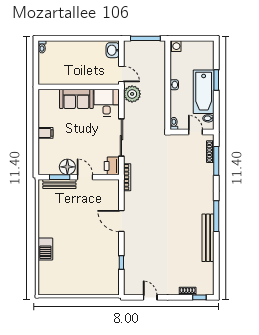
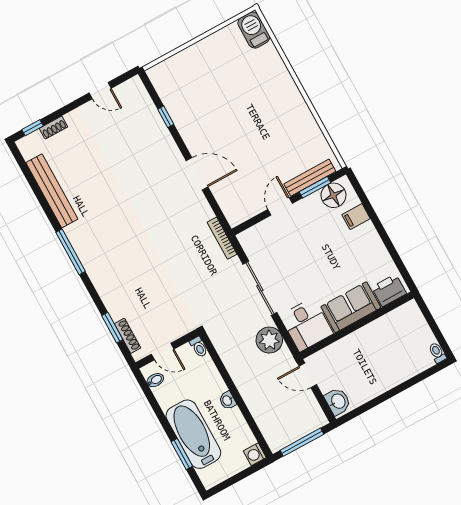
window: (216, 80) -> (182, 454), moved
bathtub: (204, 92) -> (193, 434), moved
plant: (132, 94) -> (269, 340), moved
filing cabinet: (46, 133) -> (356, 217), moved
window: (216, 161) -> (112, 328), width x0.69
printer: (112, 166) -> (389, 290), moved, turned -90
floor lamp: (67, 167) -> (333, 195), moved
door: (85, 177) -> (280, 206), swing flipped
bench: (208, 238) -> (52, 191), moved
barbecue: (45, 249) -> (254, 30), moved

